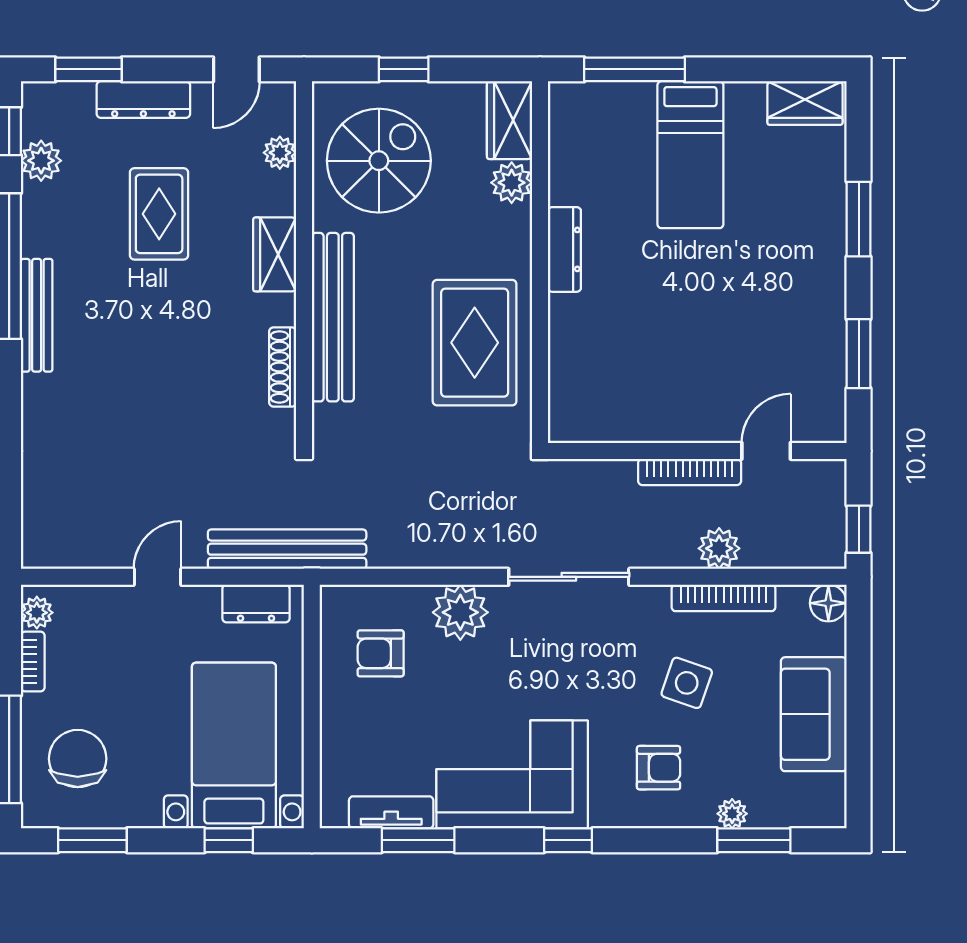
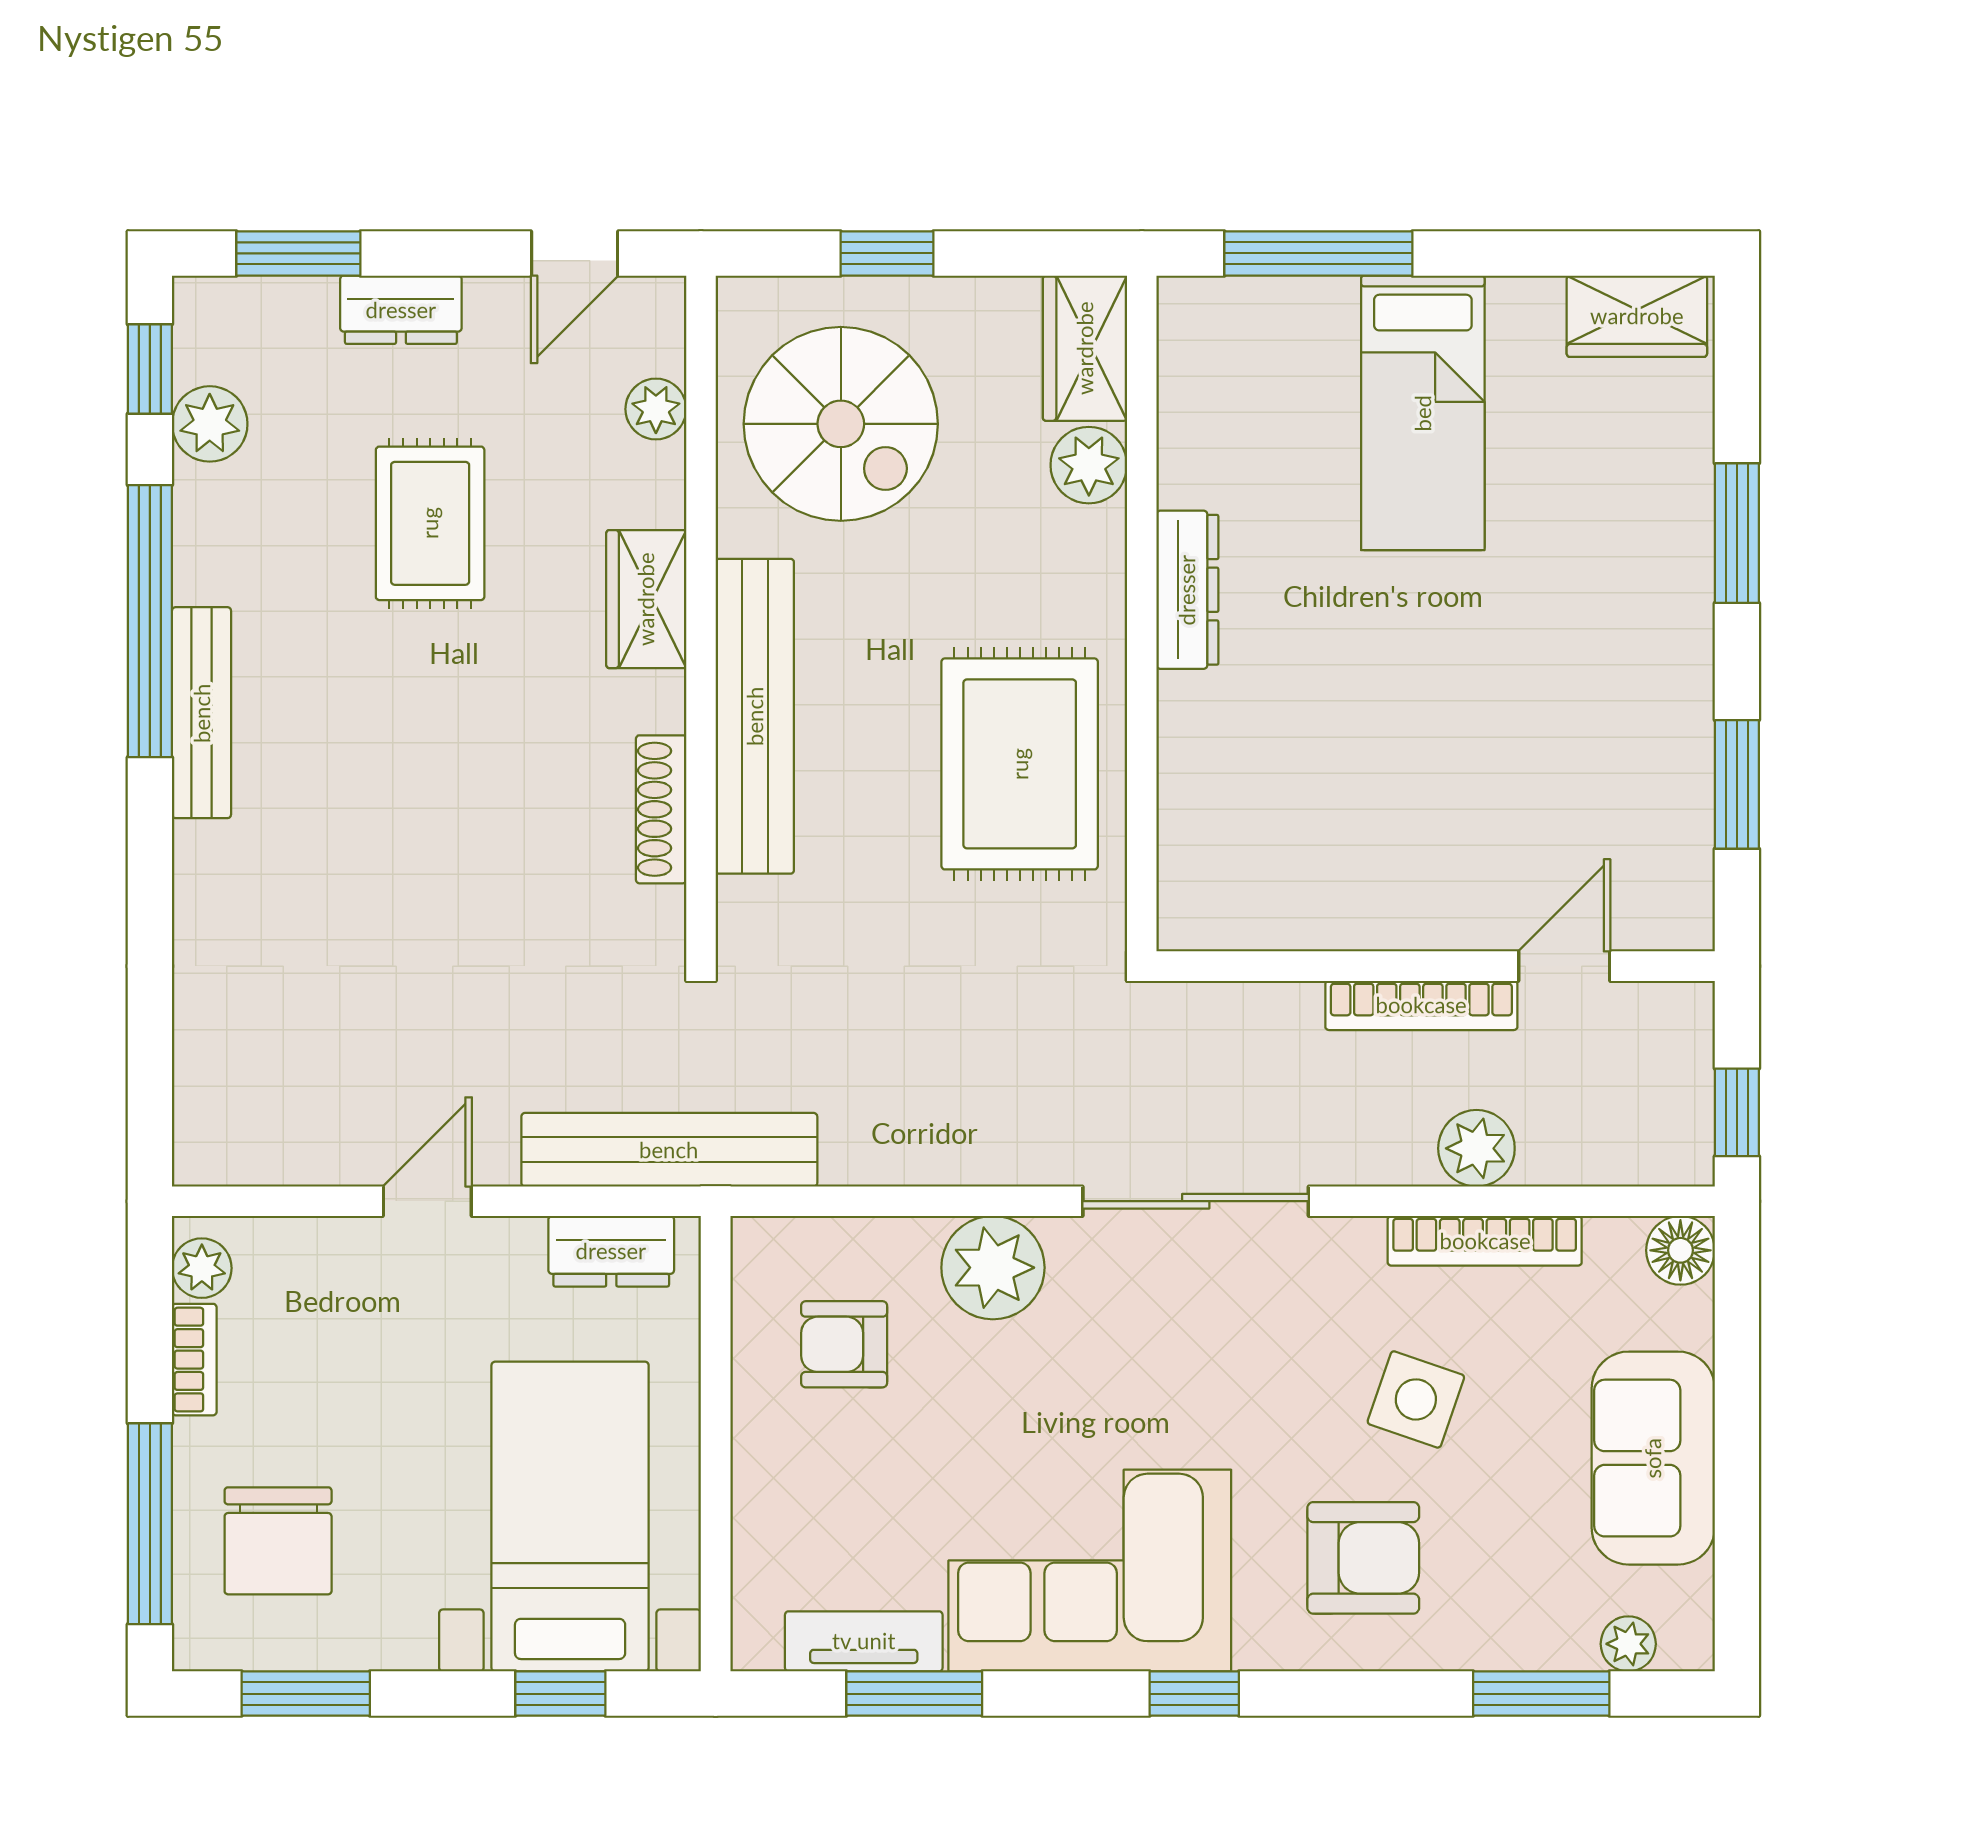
dresser: (143, 100) -> (401, 310), width x0.70
spiral stairs: (379, 161) -> (841, 424), turned 90
chair: (78, 759) -> (278, 1541), turned 180
armchair: (659, 768) -> (1363, 1558), width x1.38, depth x1.38
plant: (732, 814) -> (1628, 1644), moved

